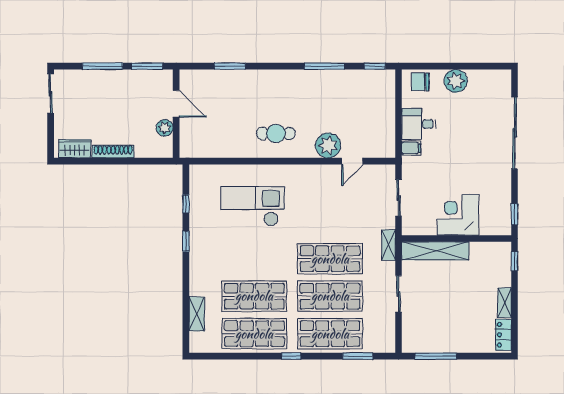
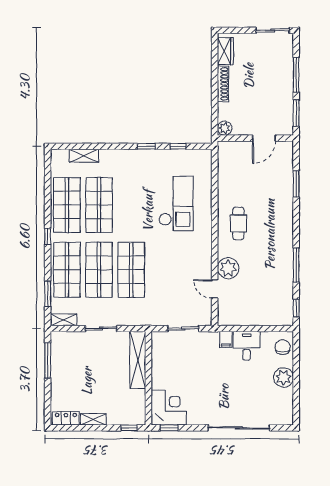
plant: (165, 128) -> (225, 128), moved
corner desk: (458, 215) -> (169, 408), moved
shelving: (388, 245) -> (64, 320), moved

